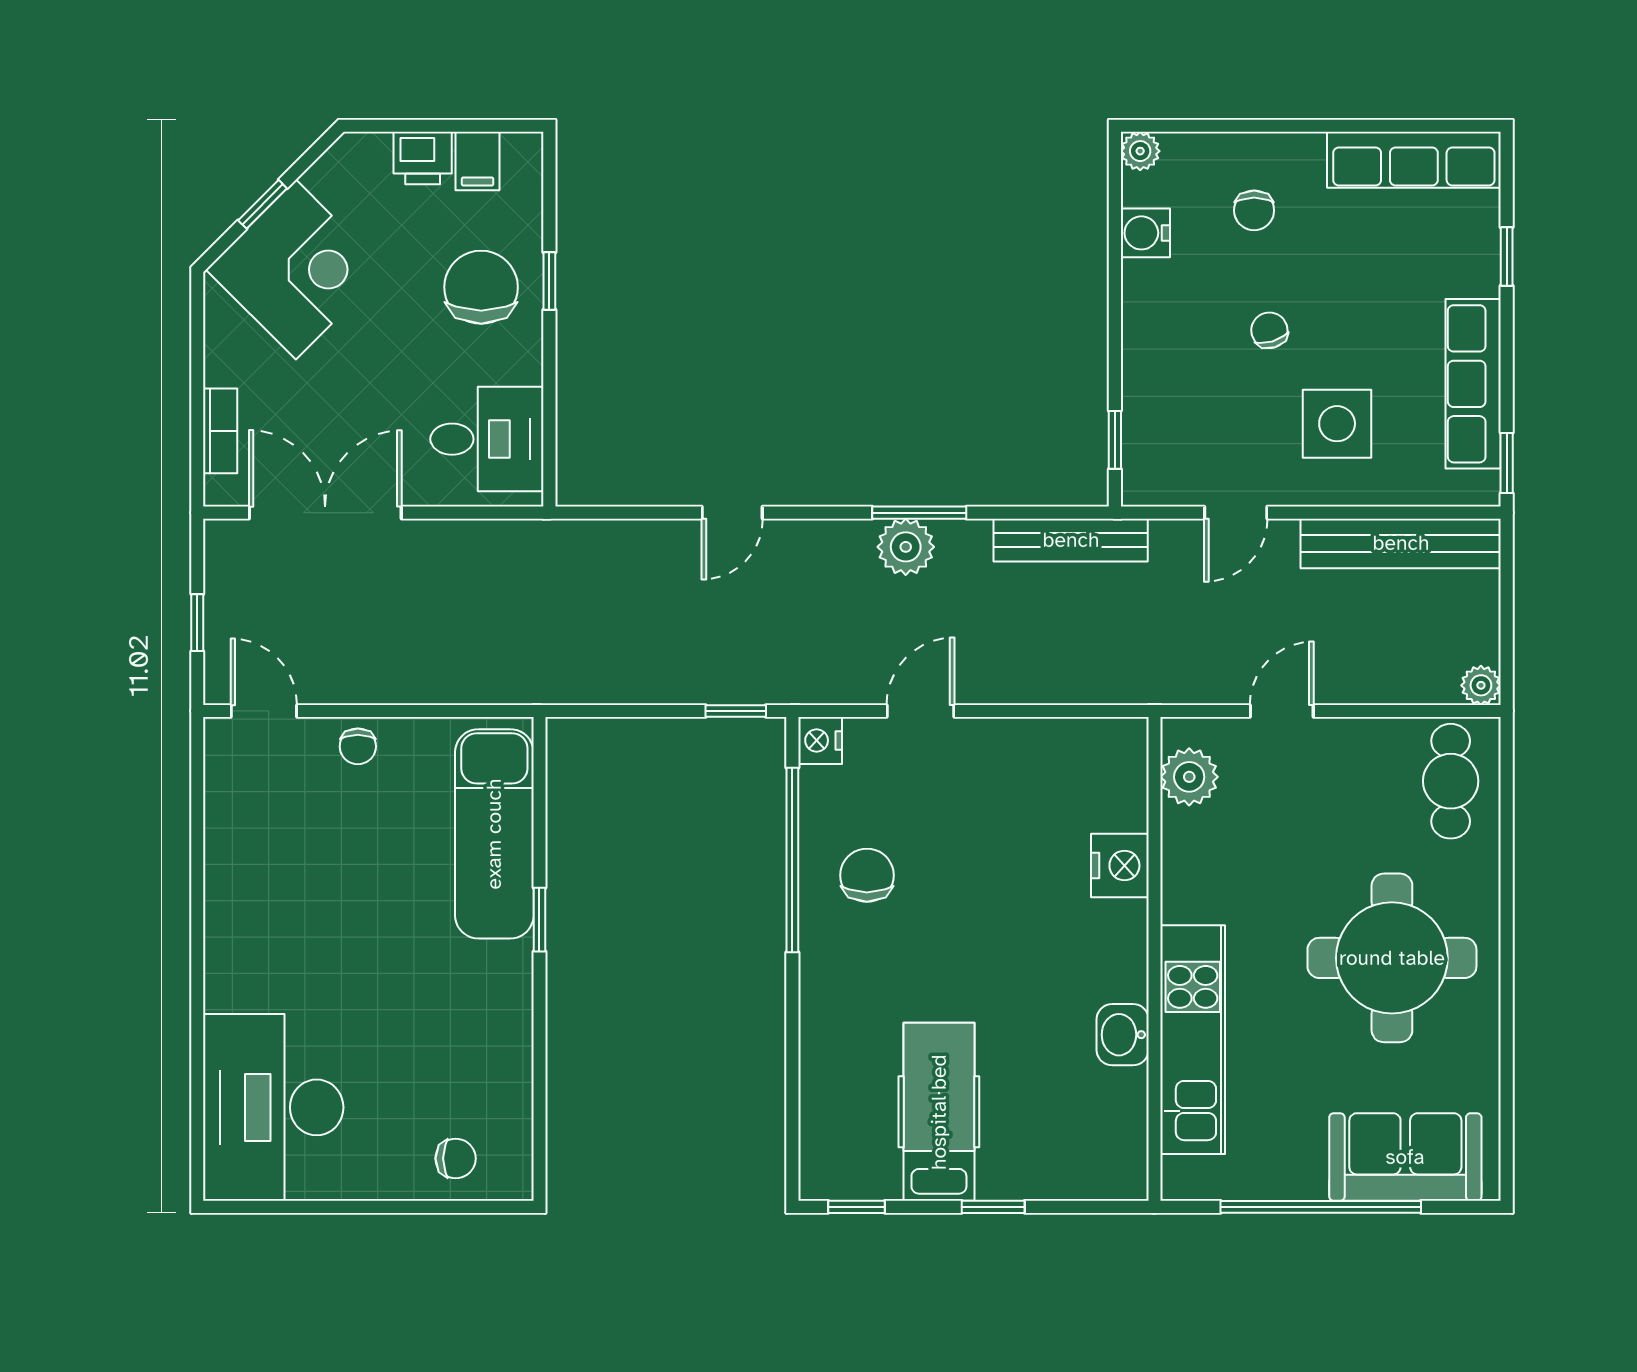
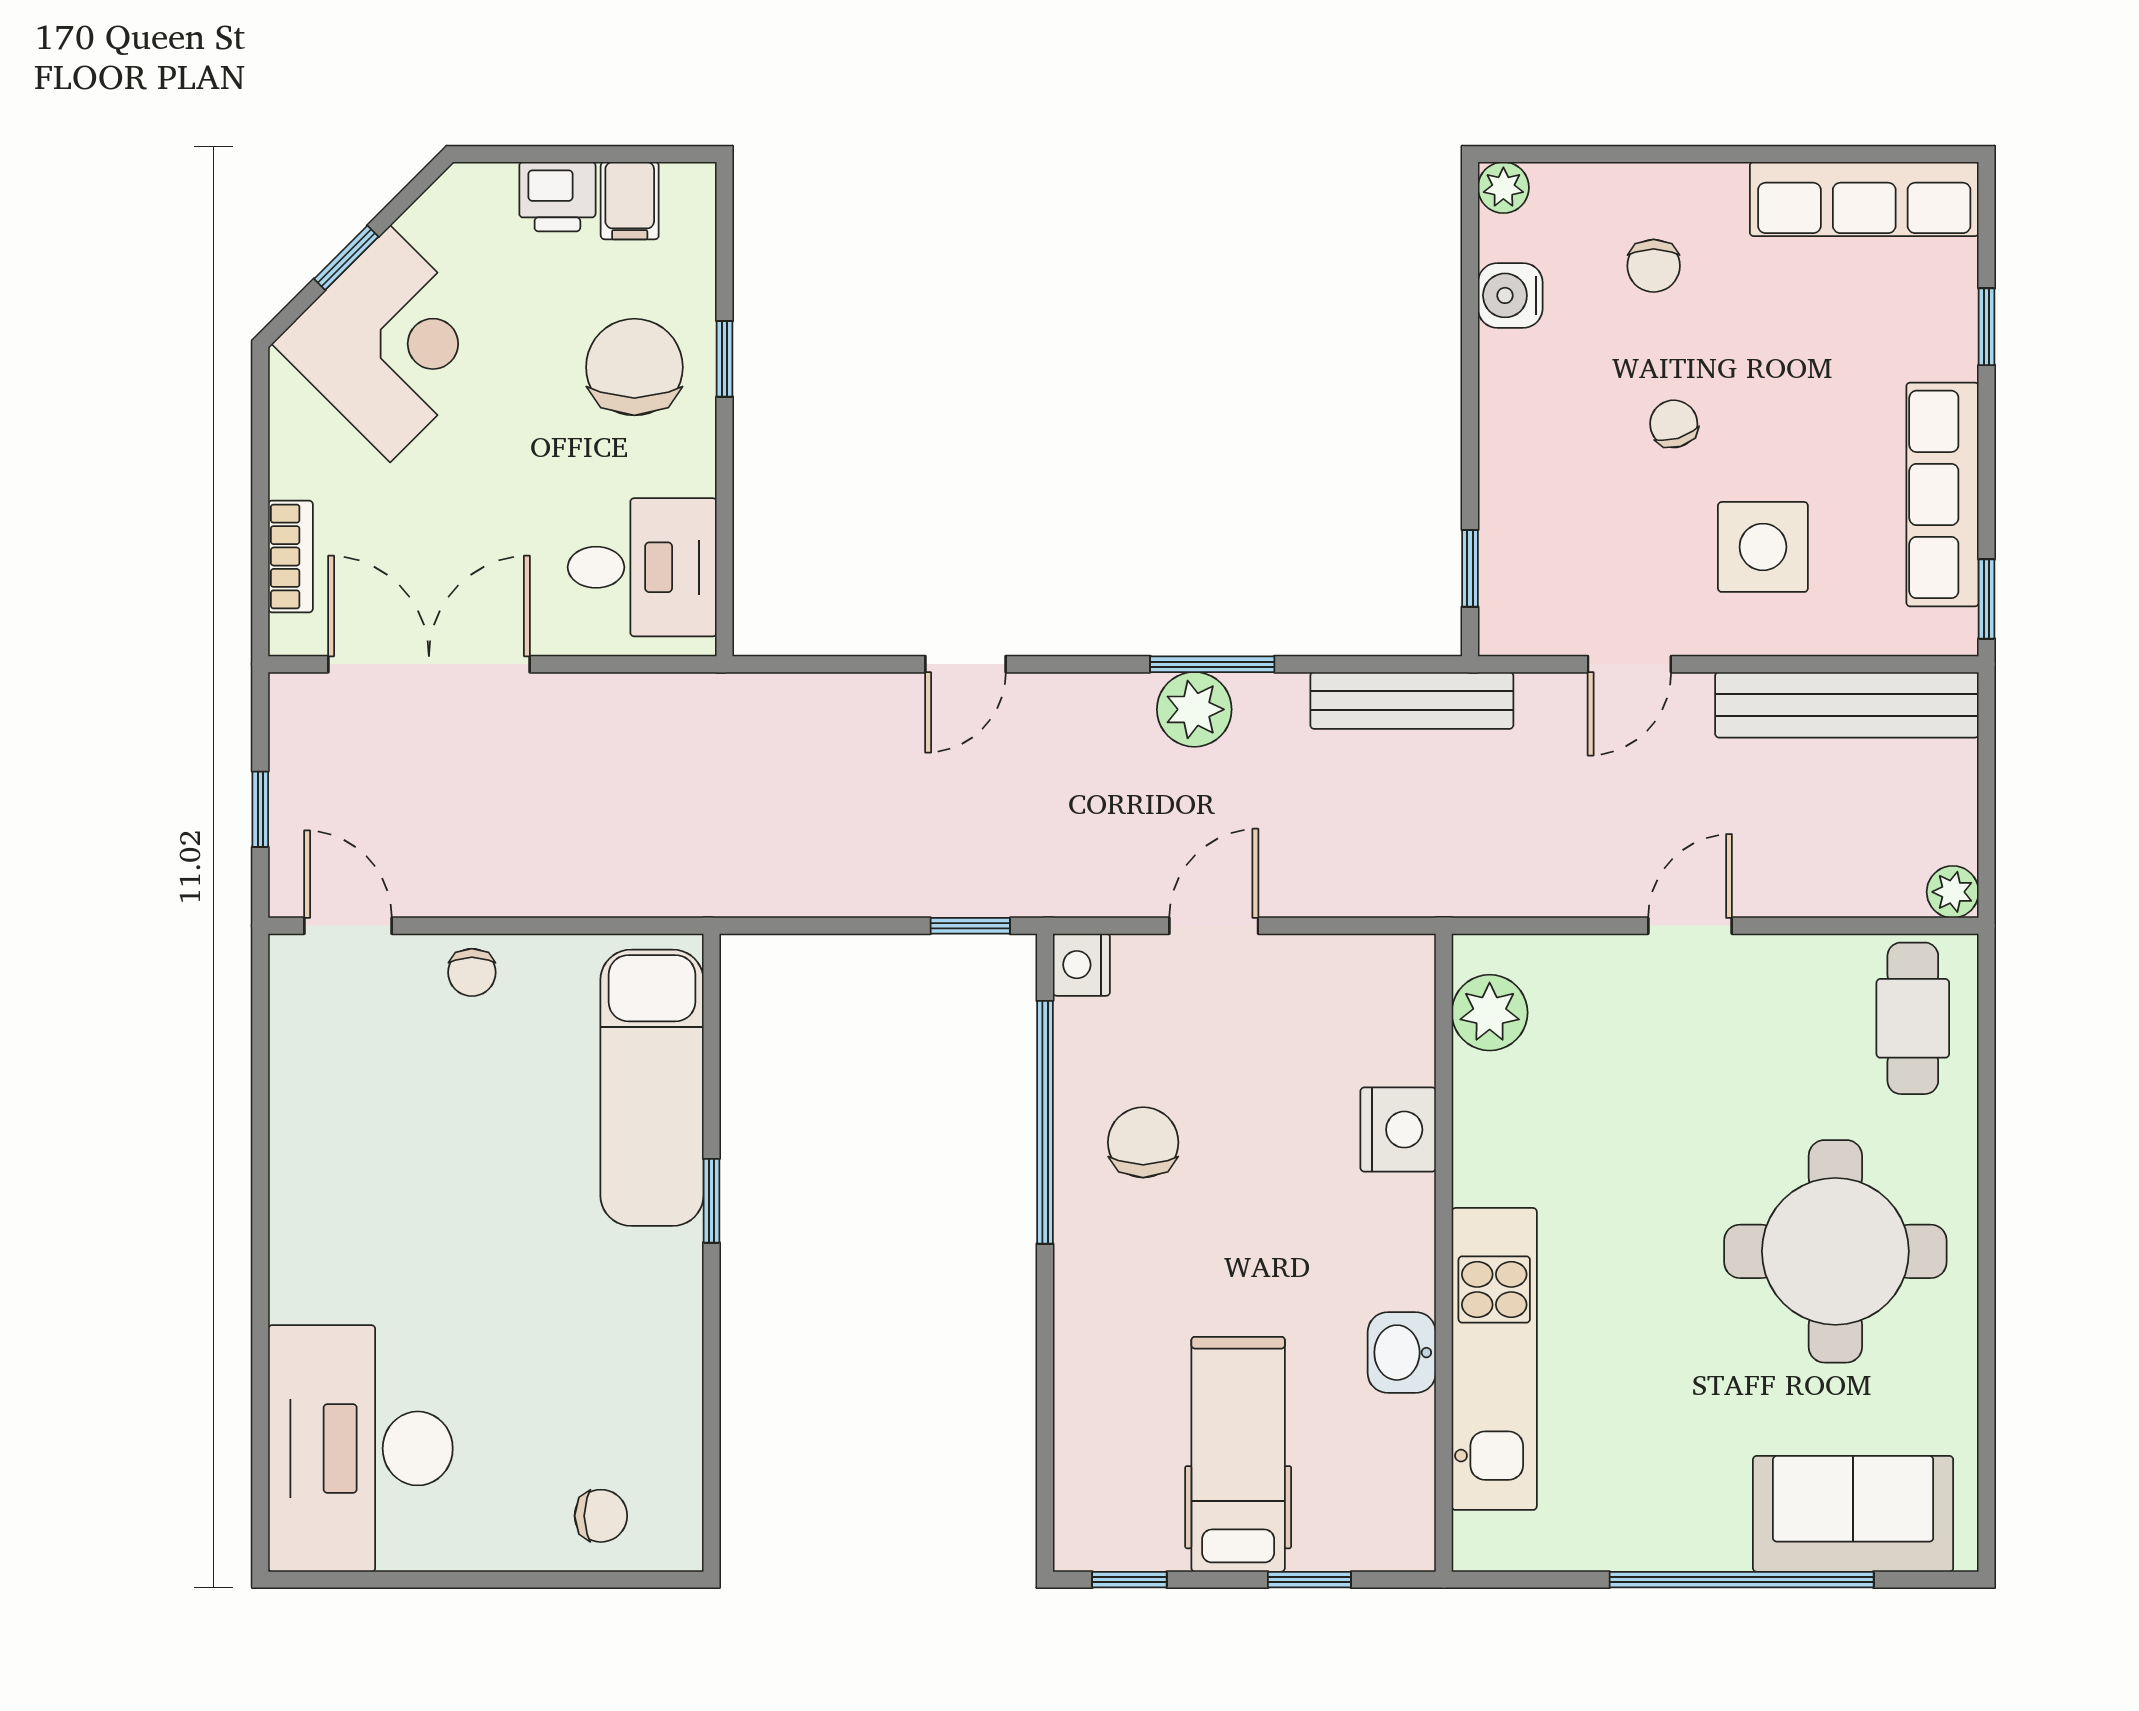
plant: (1189, 777) -> (1490, 1013), moved
nightstand: (1120, 866) -> (1398, 1130), moved
wall: (1154, 959) -> (1444, 1253), moved
washbasin: (1123, 1035) -> (1402, 1353), moved
kitchen unit: (1193, 1040) -> (1494, 1359), moved

